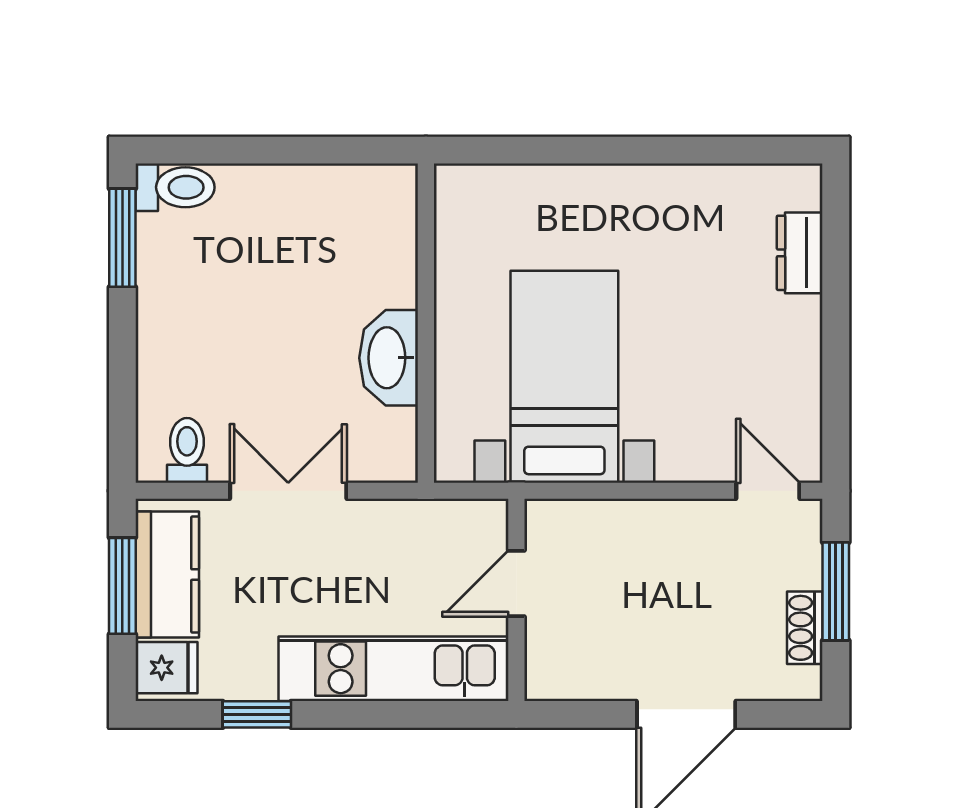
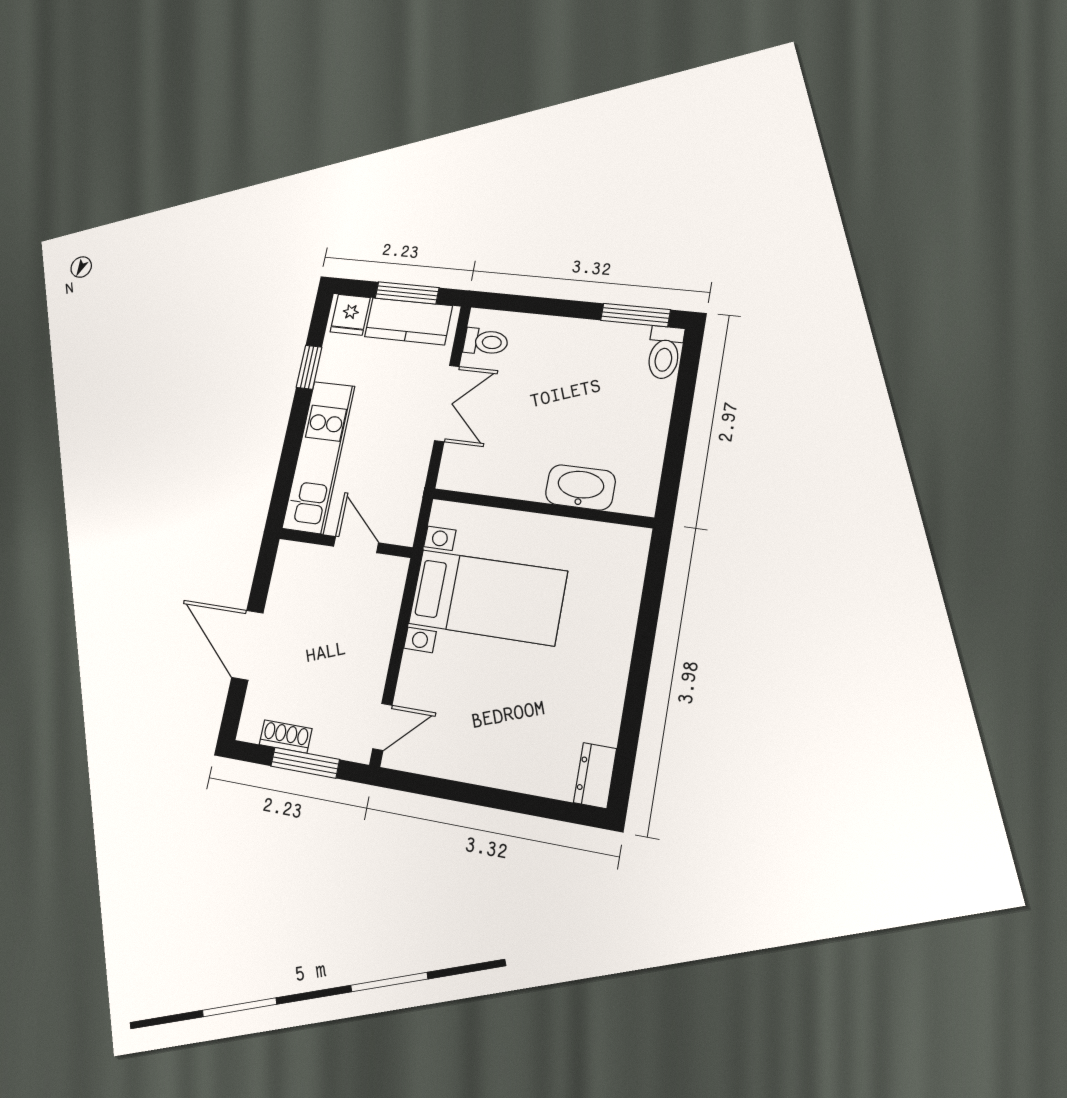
dresser: (800, 253) -> (595, 776), moved, turned -90
washbasin: (389, 358) -> (580, 487), moved

